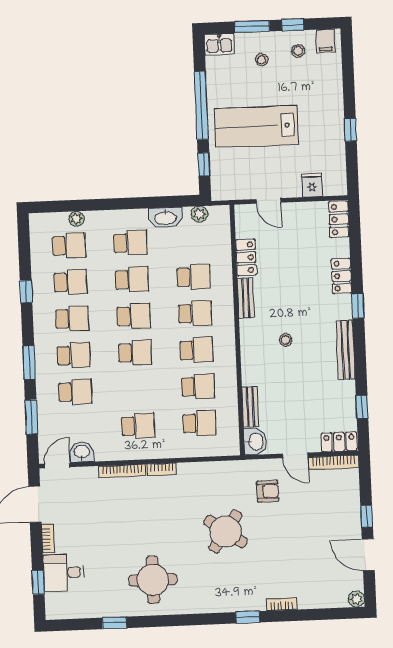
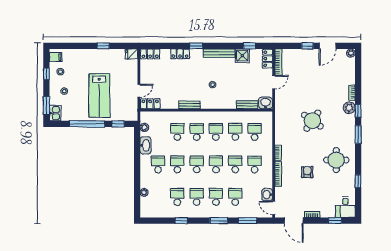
window: (252, 26) -> (46, 106), moved
fridge: (312, 185) -> (132, 54), moved
school desk: (69, 246) -> (235, 164), moved
locker: (246, 257) -> (150, 104), moved
shower: (343, 394) -> (242, 56), added
armchair: (268, 491) -> (307, 172), moved
desk: (63, 573) -> (345, 207), moved
plant: (253, 600) -> (349, 108), added
window: (203, 619) -> (358, 135), added

